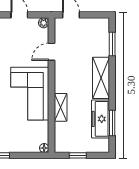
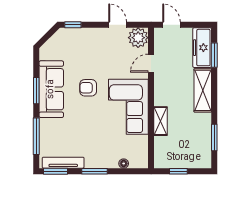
plant: (44, 23) -> (138, 38), width x1.88, depth x1.88
freezer: (100, 119) -> (202, 48), moved
floor lamp: (44, 148) -> (124, 164), moved

